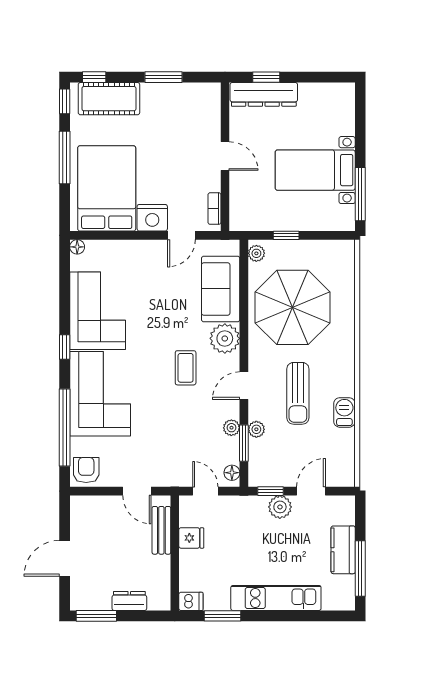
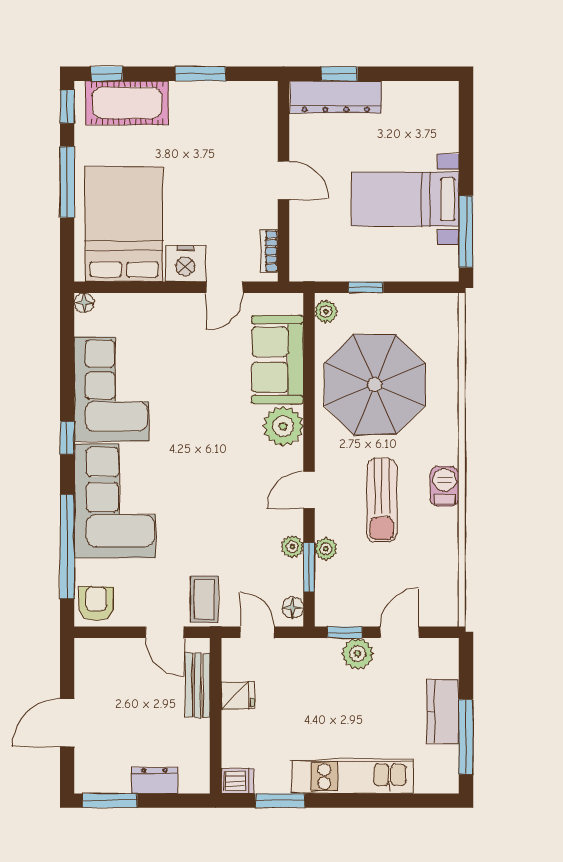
coffee table: (186, 368) -> (204, 599), moved
barbecue: (344, 412) -> (445, 486), moved

